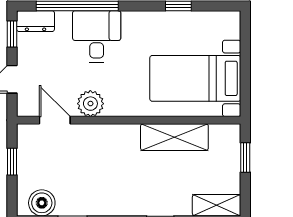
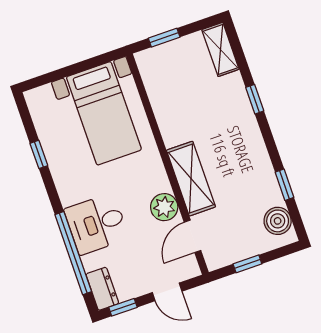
shelving: (174, 137) -> (191, 179), moved

